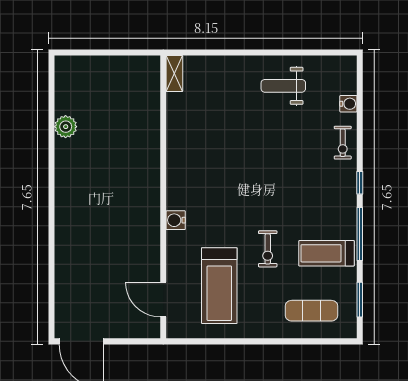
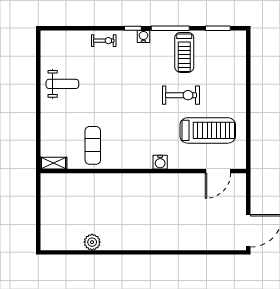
weight bench: (283, 86) -> (62, 84), turned -90
water cooler: (348, 104) -> (143, 36), moved
exercise bike: (268, 249) -> (181, 95), width x1.38, depth x1.39
exercise mat: (311, 311) -> (93, 145), moved

